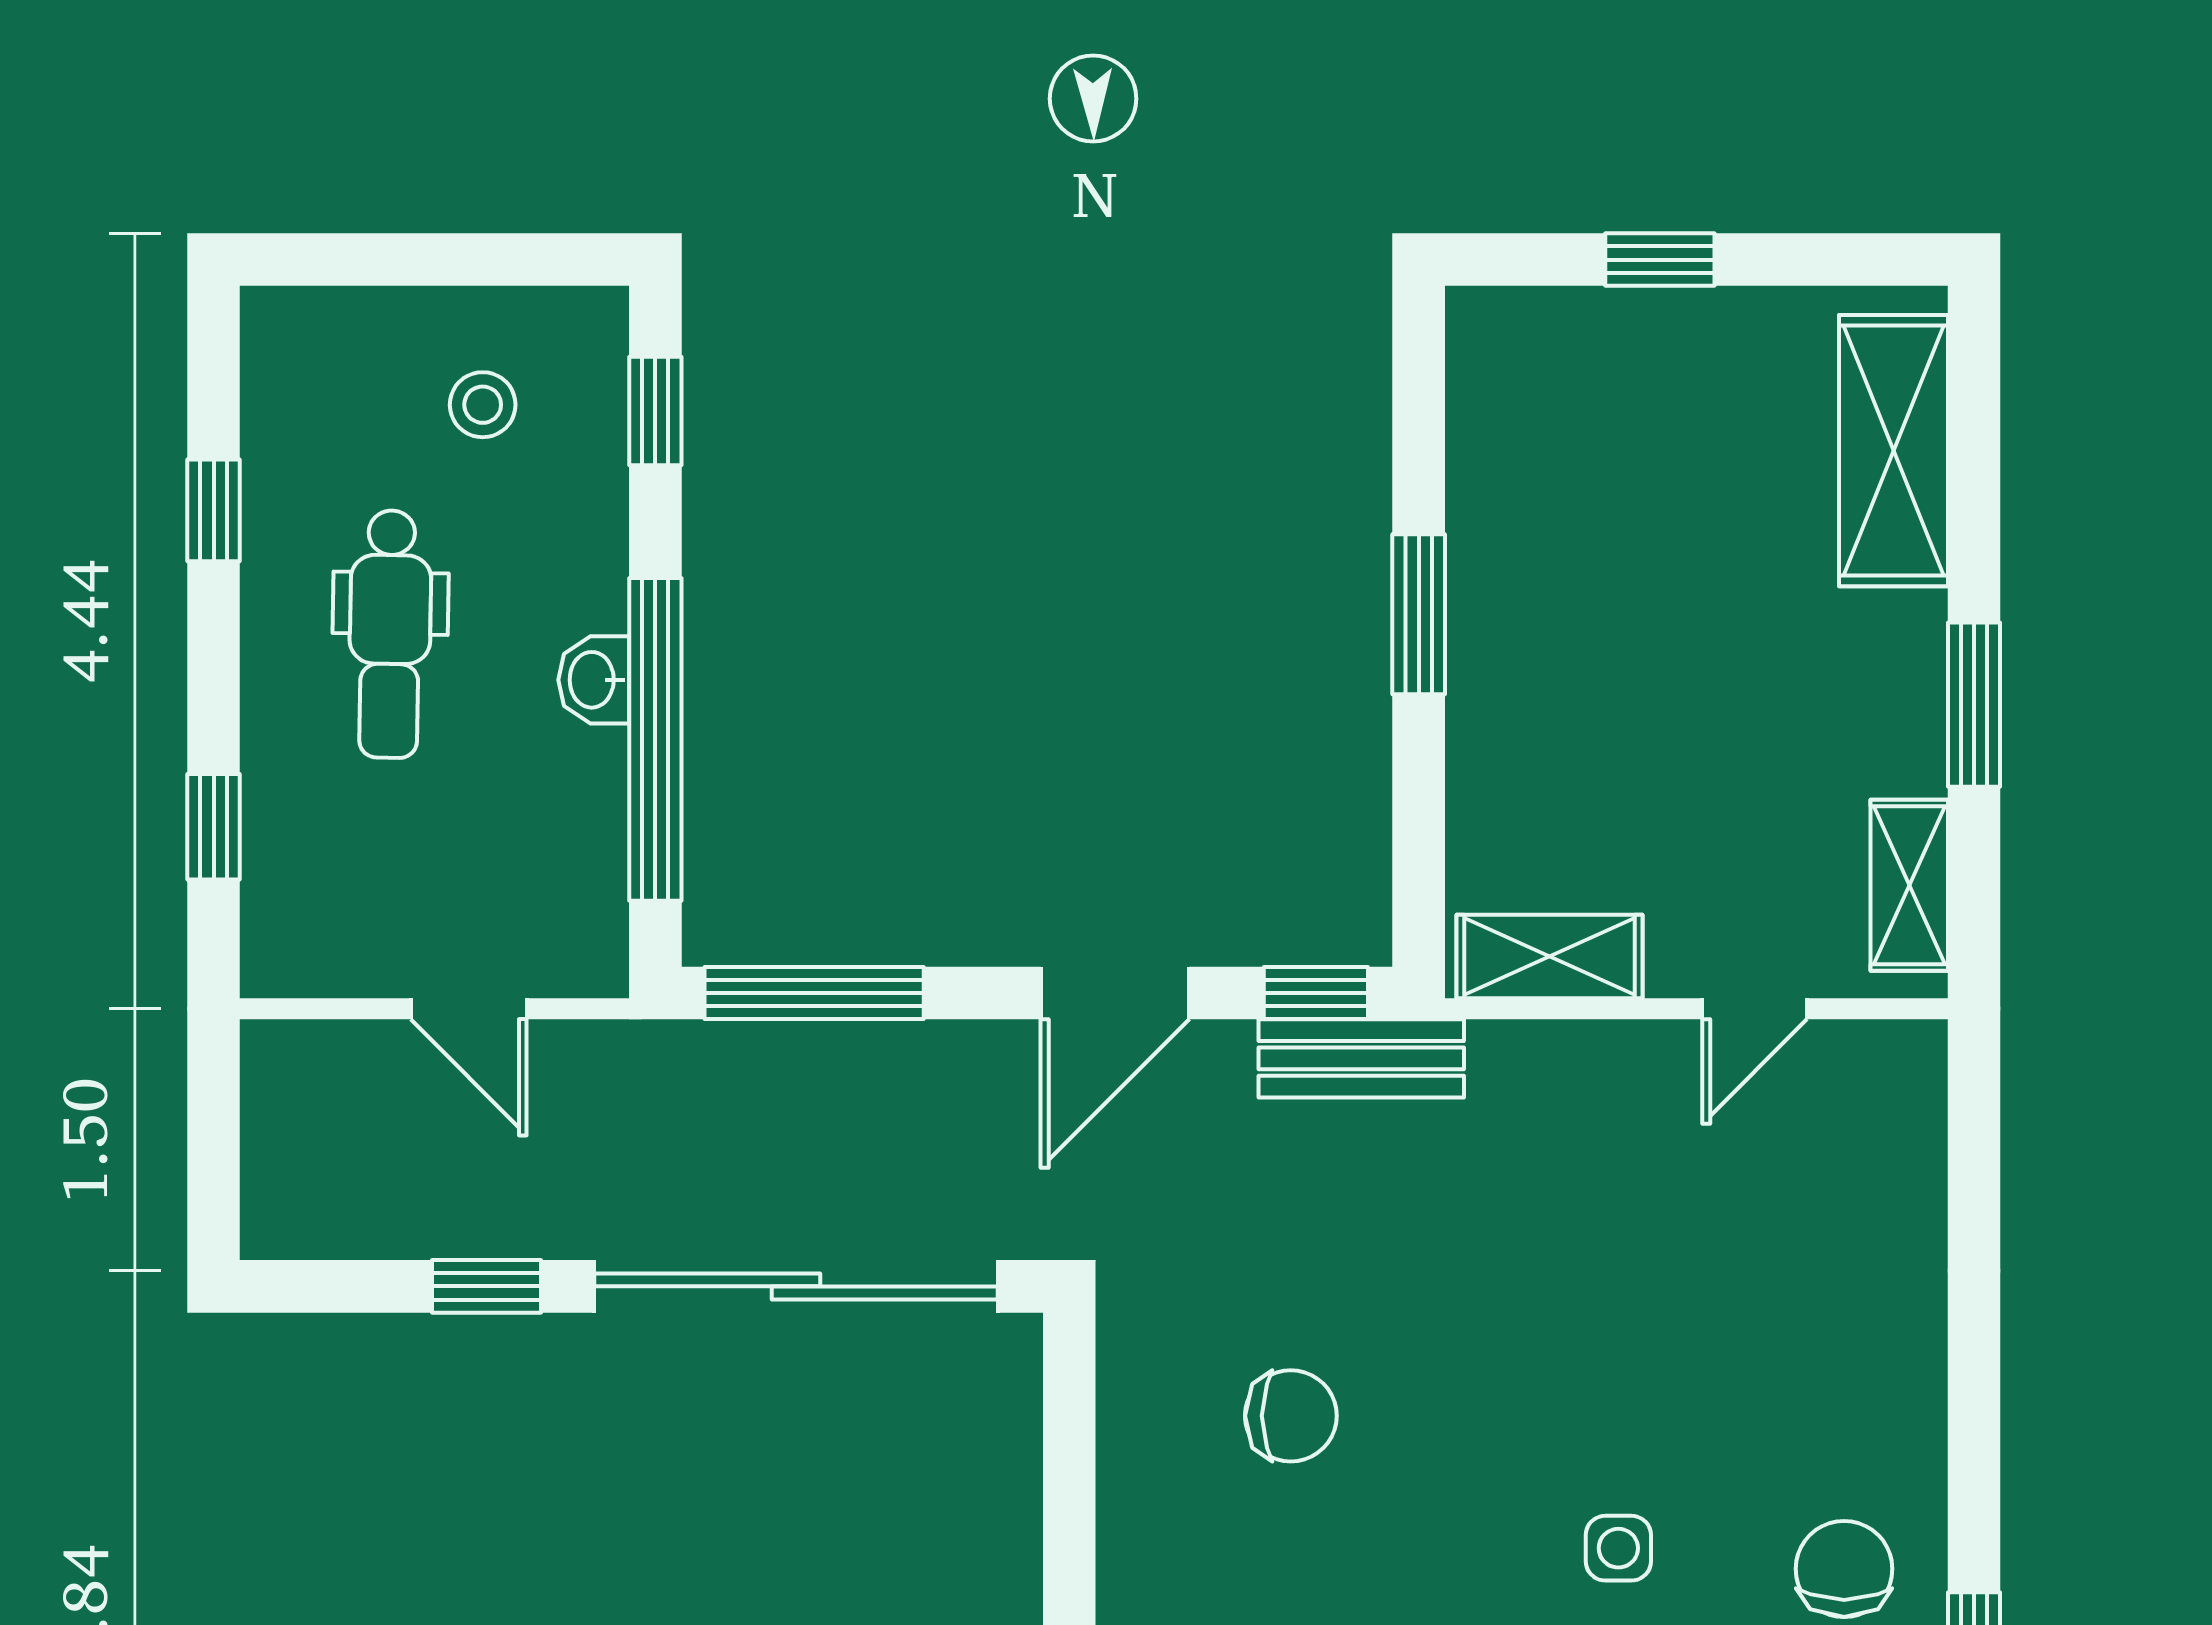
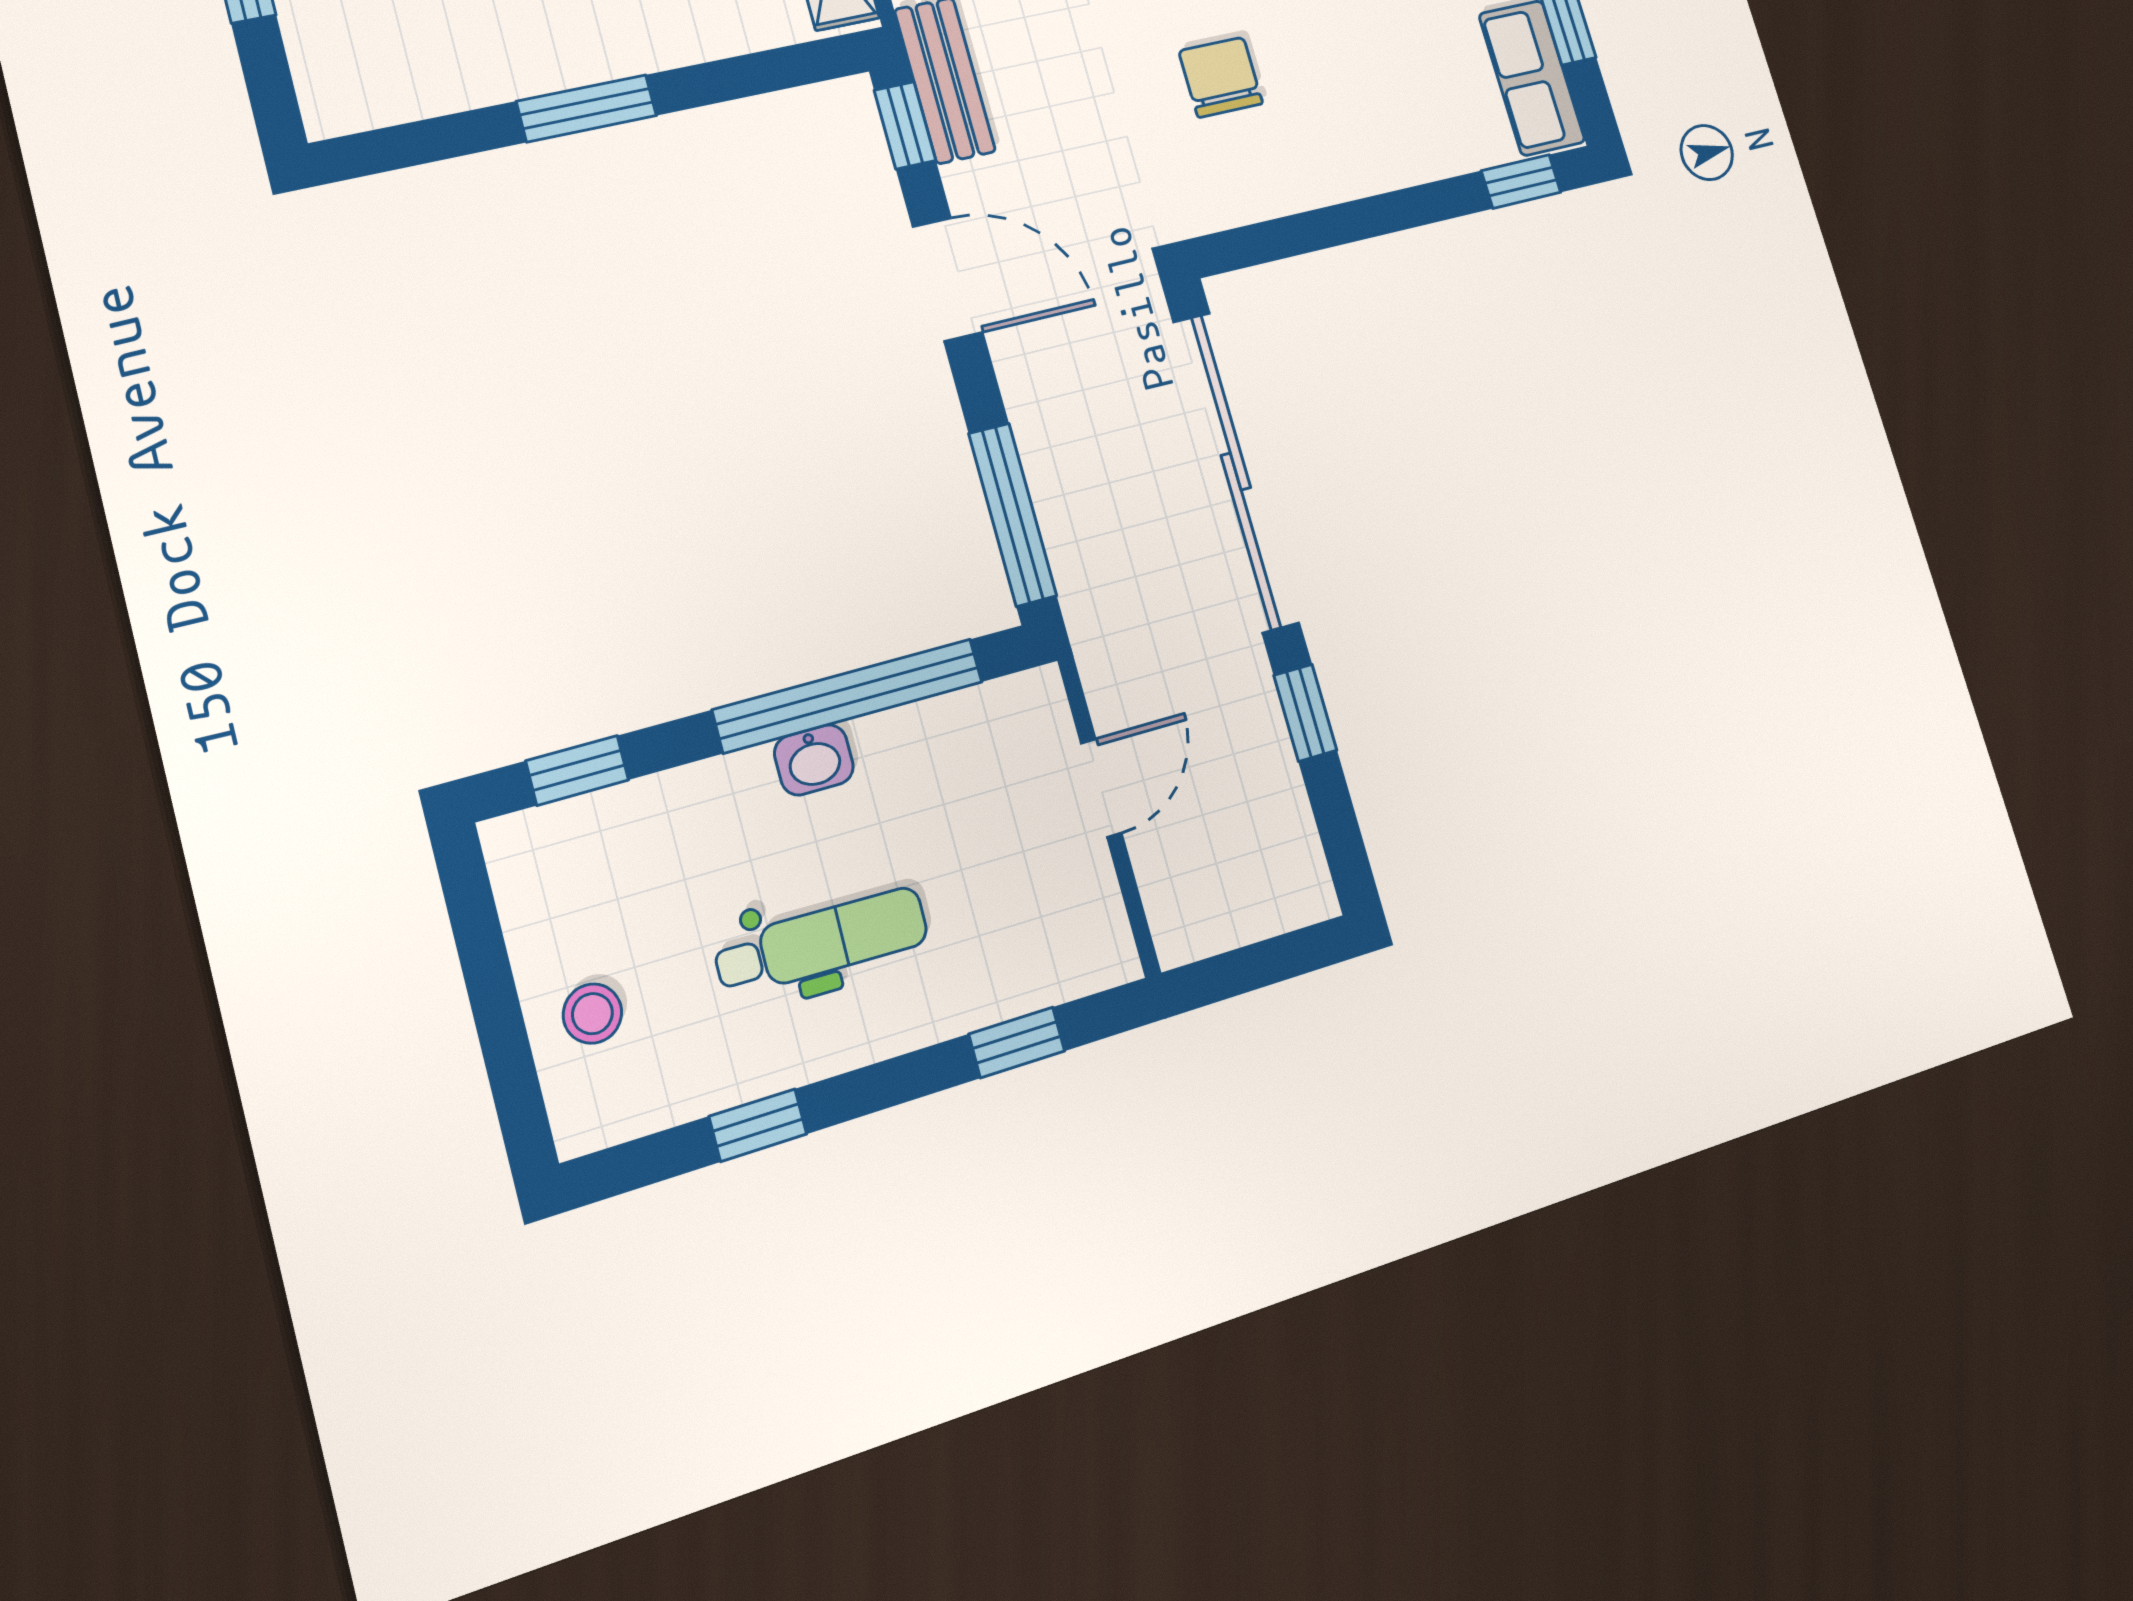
stool: (483, 405) -> (592, 1014), moved

